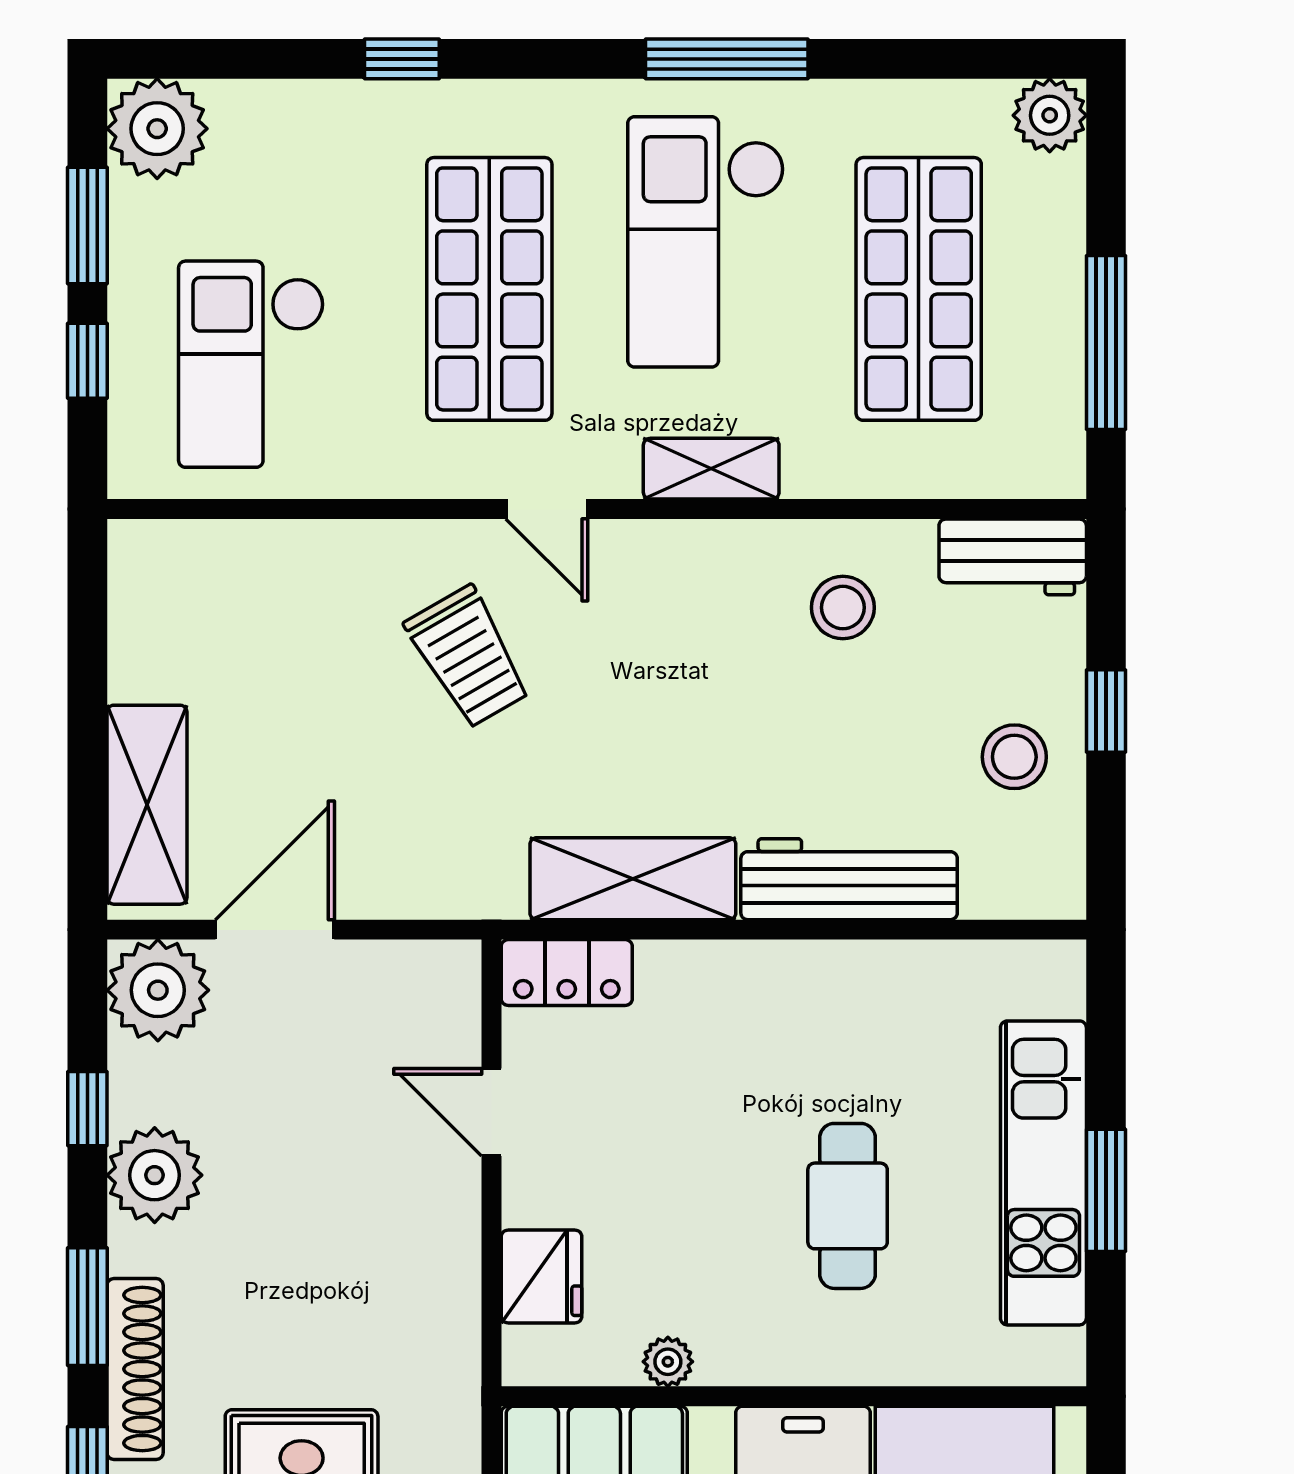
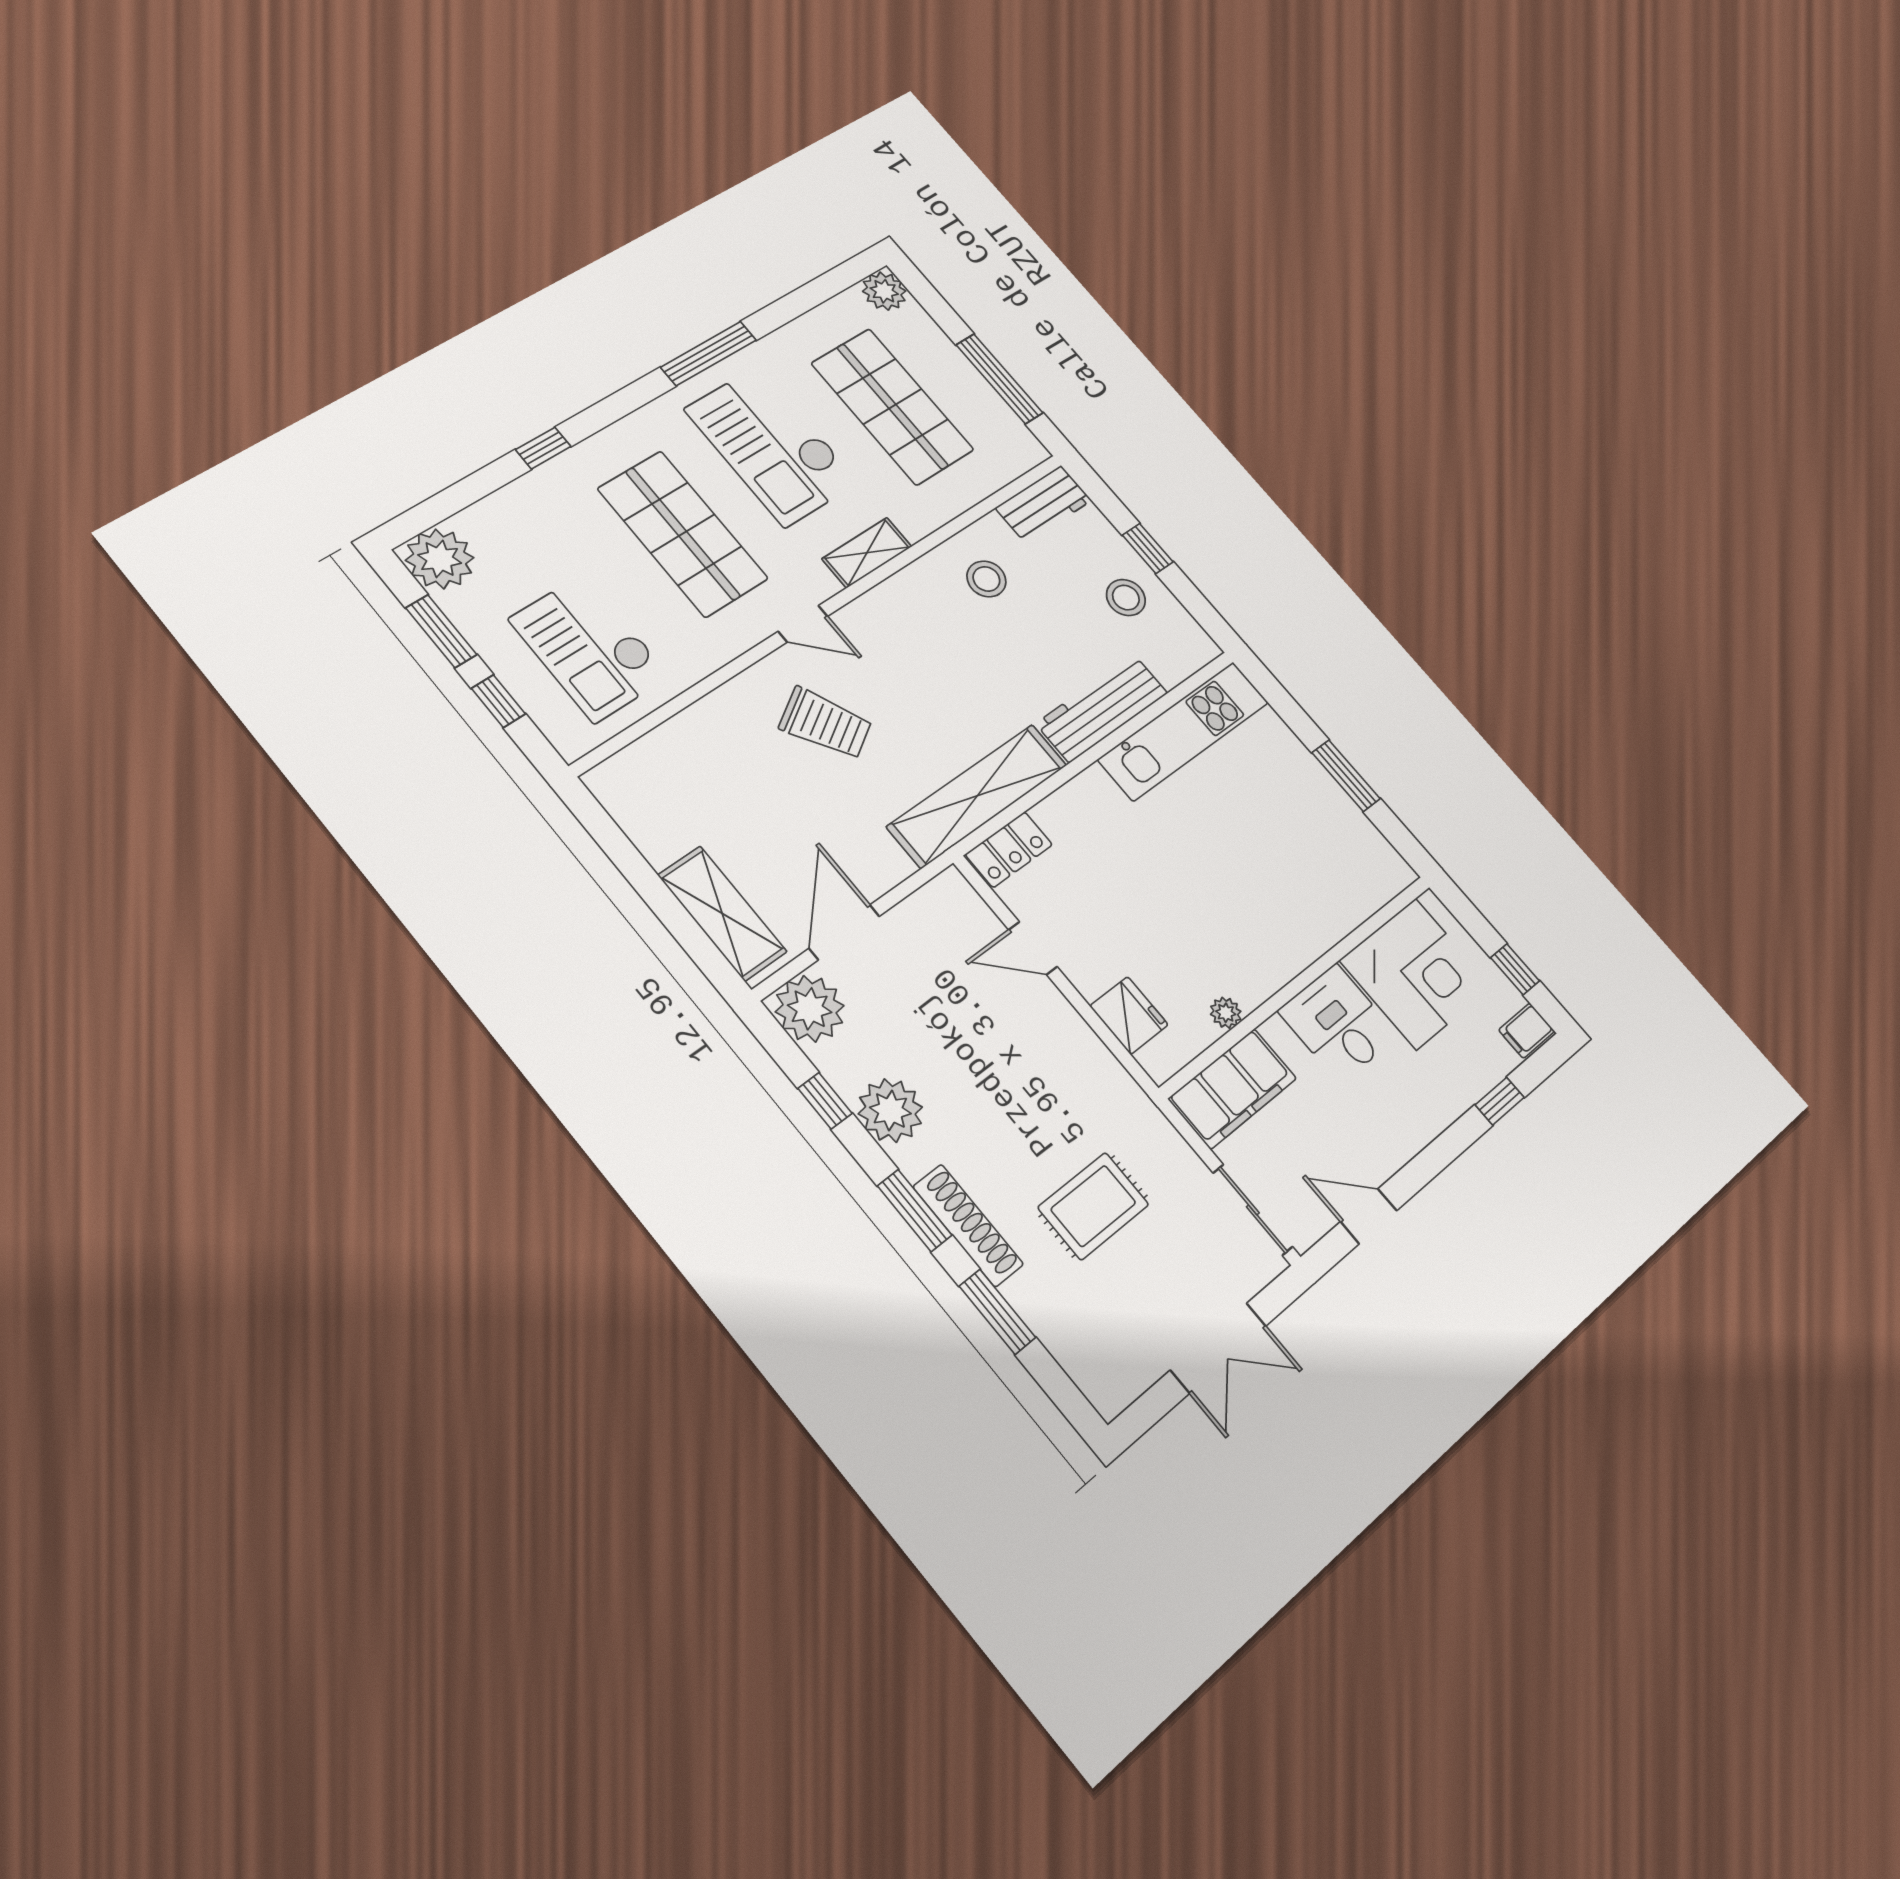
shelving: (633, 879) -> (977, 796), width x1.47
kitchen unit: (1043, 1173) -> (1184, 731), moved, turned -90
cafe table: (848, 1206) -> (1240, 870), removed

